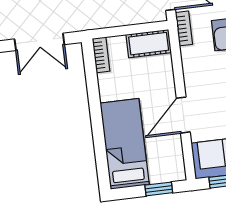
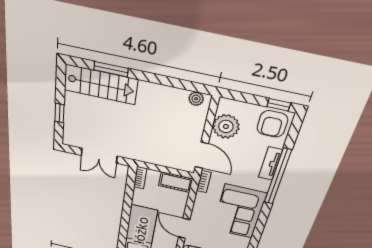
door: (183, 115) -> (184, 228), hinge flipped

